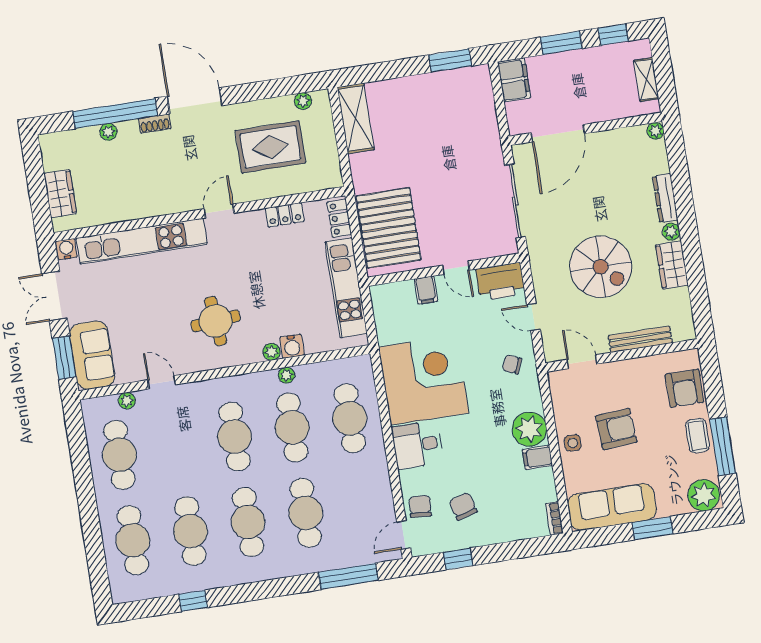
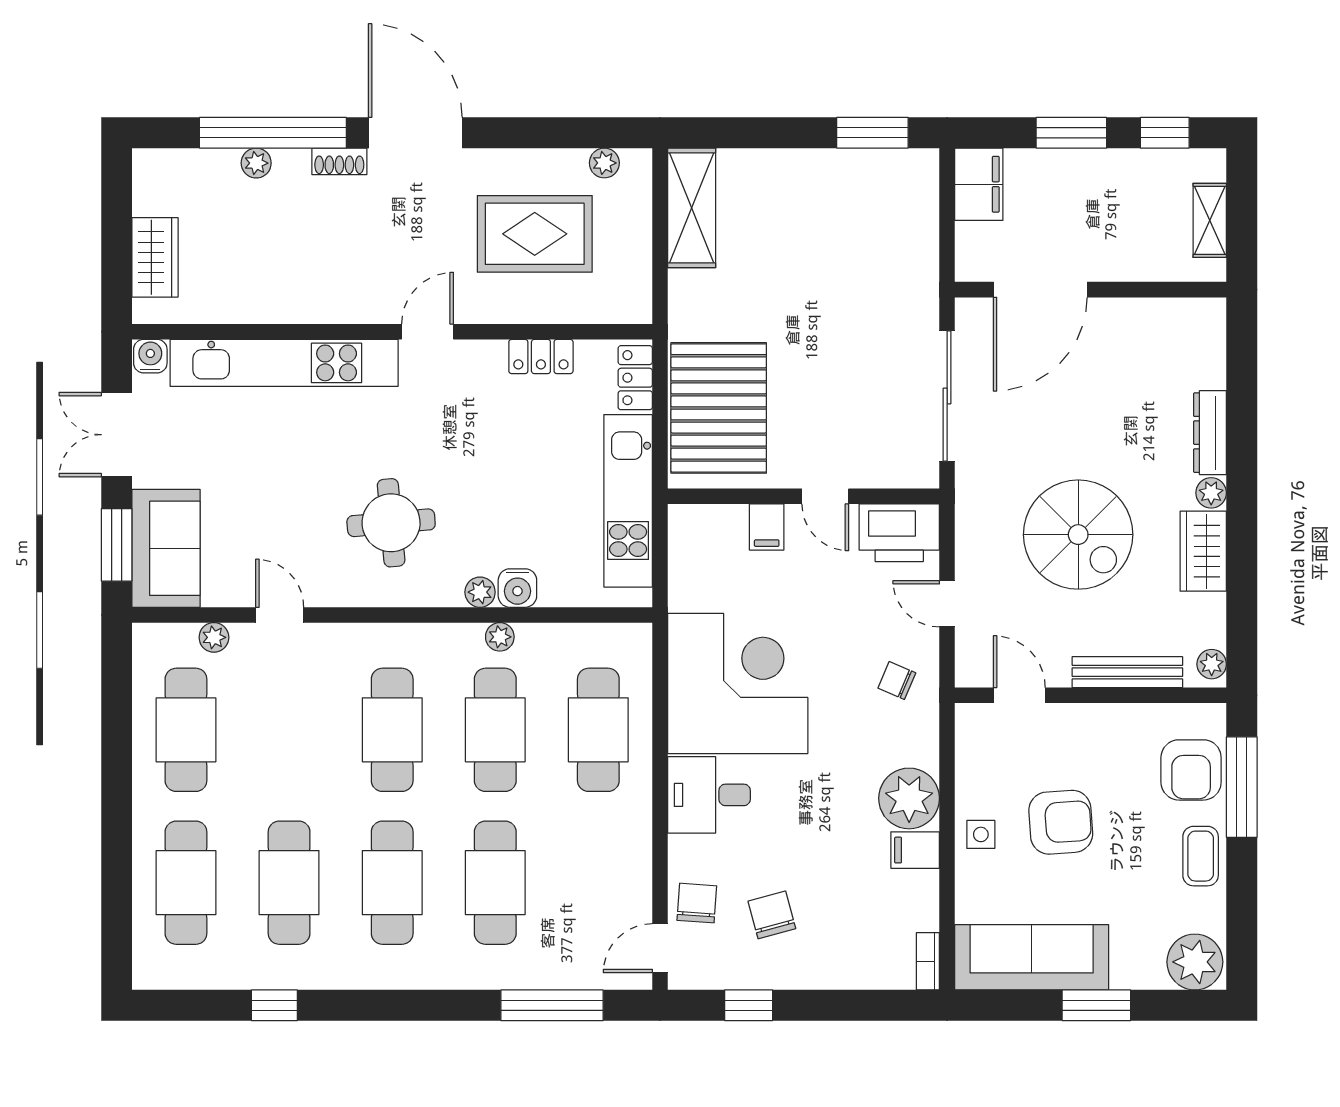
plant: (656, 131) -> (1212, 664), moved
window: (723, 446) -> (1242, 787), moved

